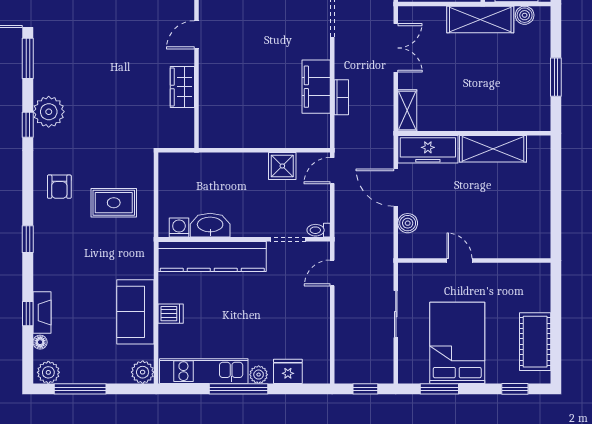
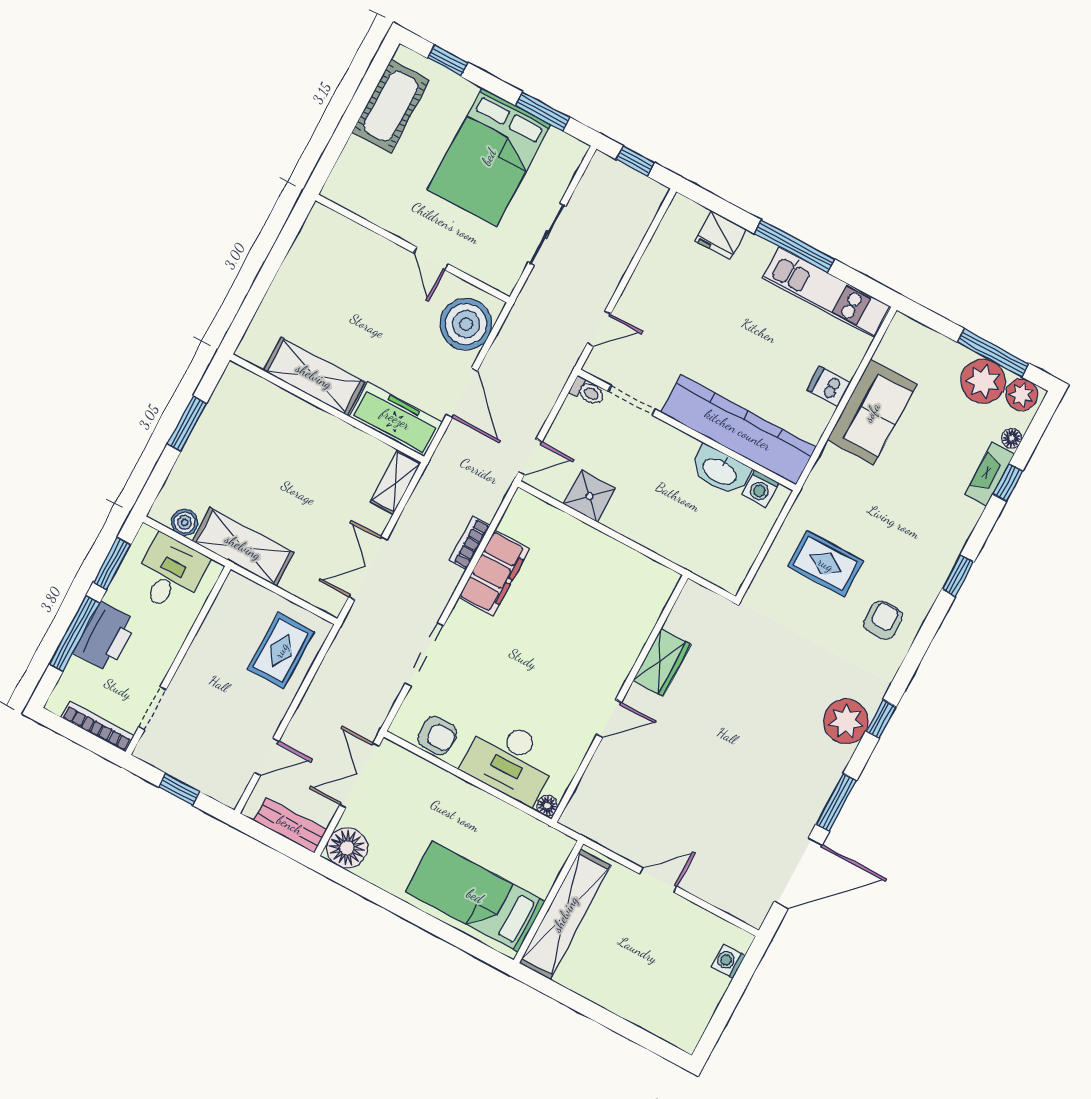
boiler: (408, 223) -> (466, 324), width x1.86, depth x1.86
plant: (143, 372) -> (983, 381), moved, width x1.36, depth x1.36
plant: (259, 375) -> (760, 251), removed

